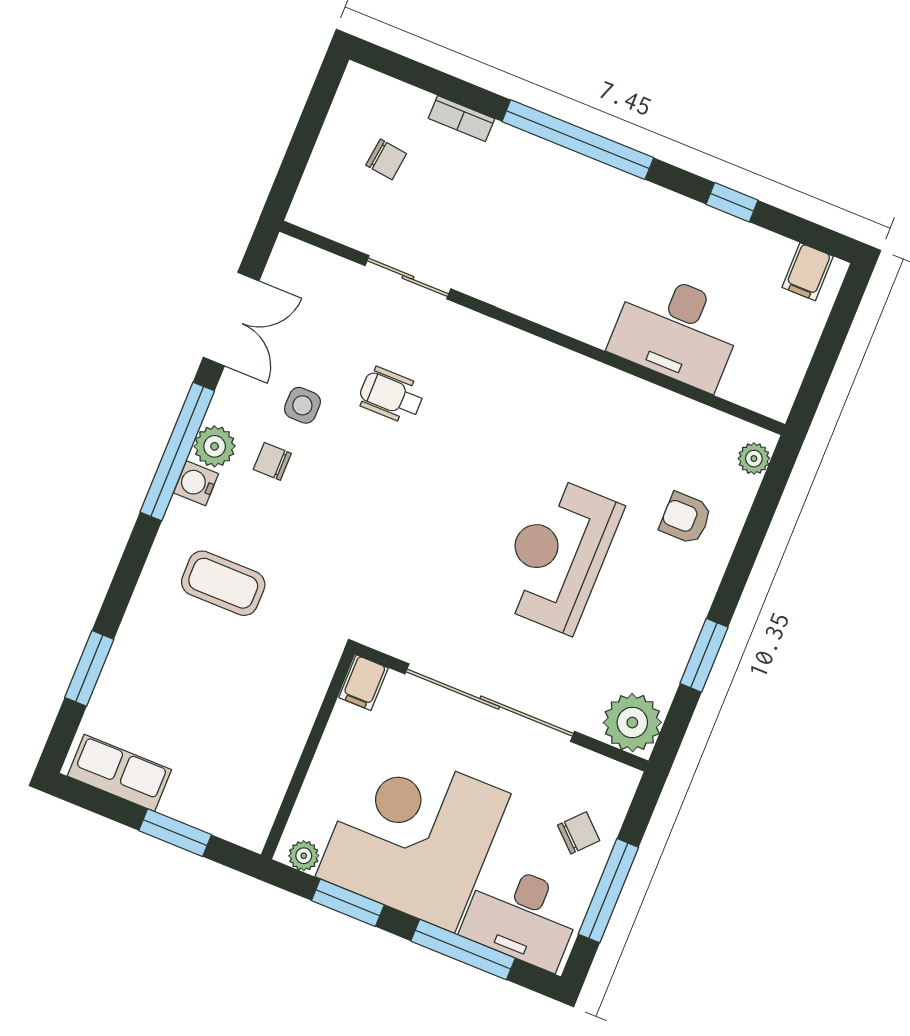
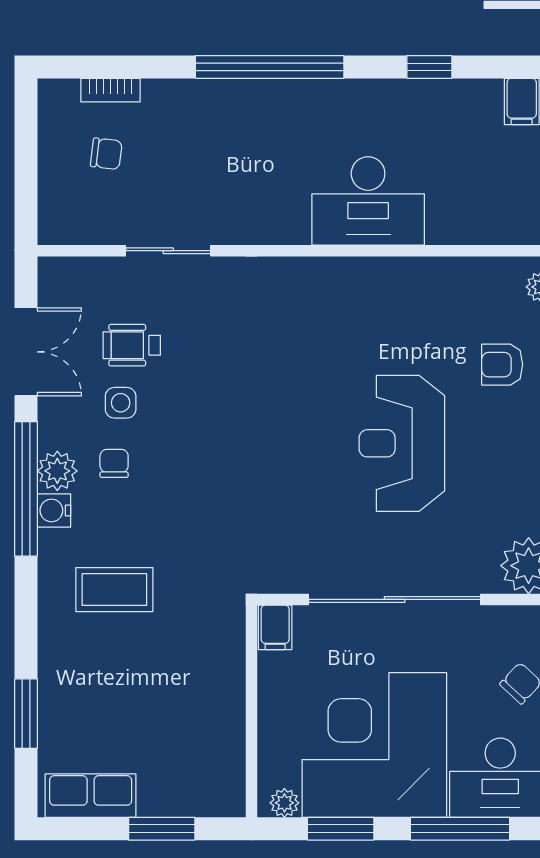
bookcase: (461, 119) -> (110, 90), moved
desk: (677, 330) -> (368, 201), moved
wheelchair: (391, 395) -> (132, 345), moved
chair: (272, 461) -> (114, 463), turned 90

